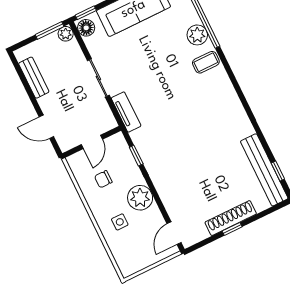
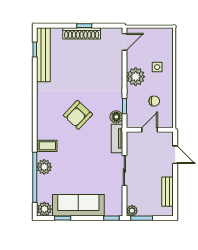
floor lamp: (86, 28) -> (116, 117), moved
armchair: (187, 118) -> (78, 115), added

